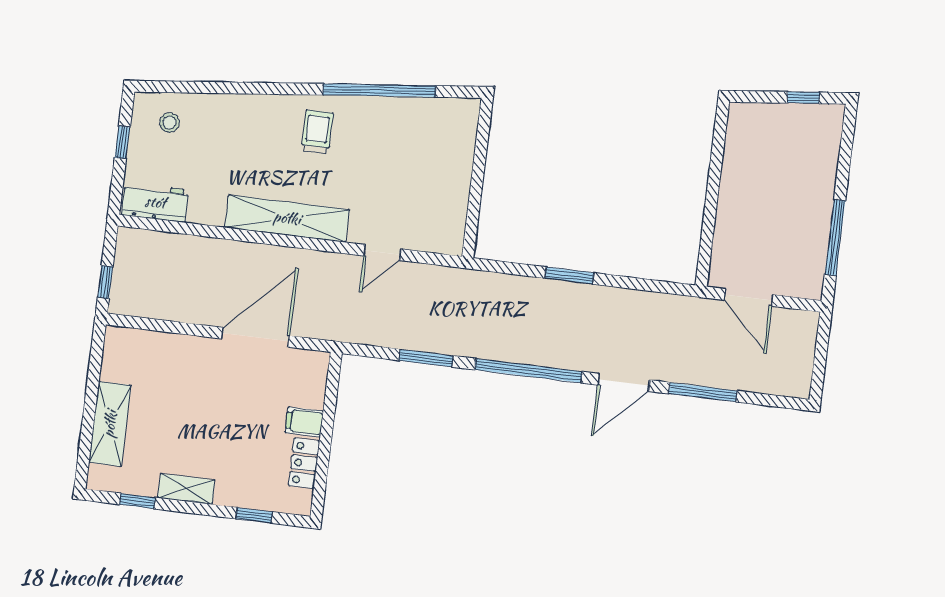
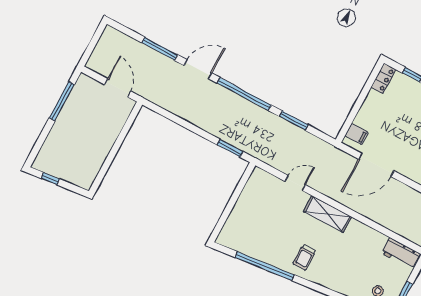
shelving: (287, 218) -> (328, 214), width x0.68
window: (569, 275) -> (230, 148), moved
filing cabinet: (304, 422) -> (357, 134), moved
locker: (304, 463) -> (383, 78), moved

